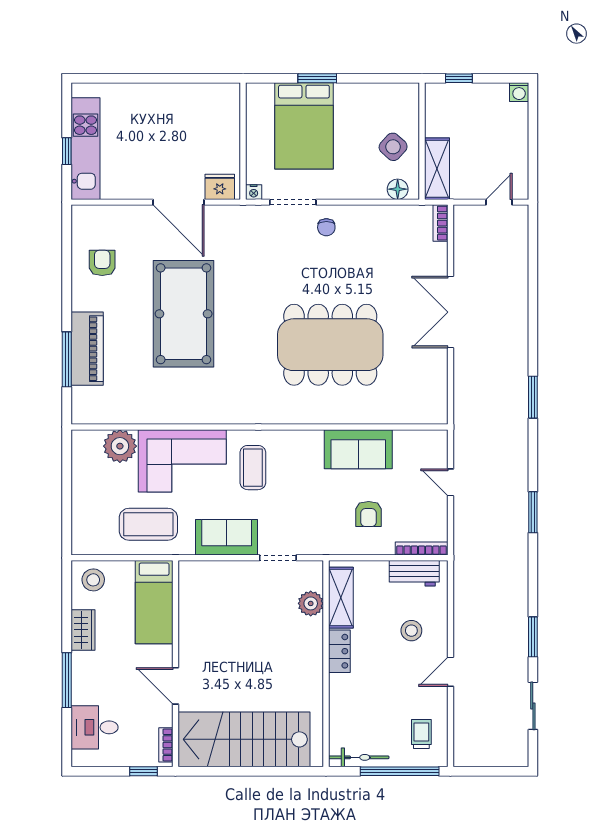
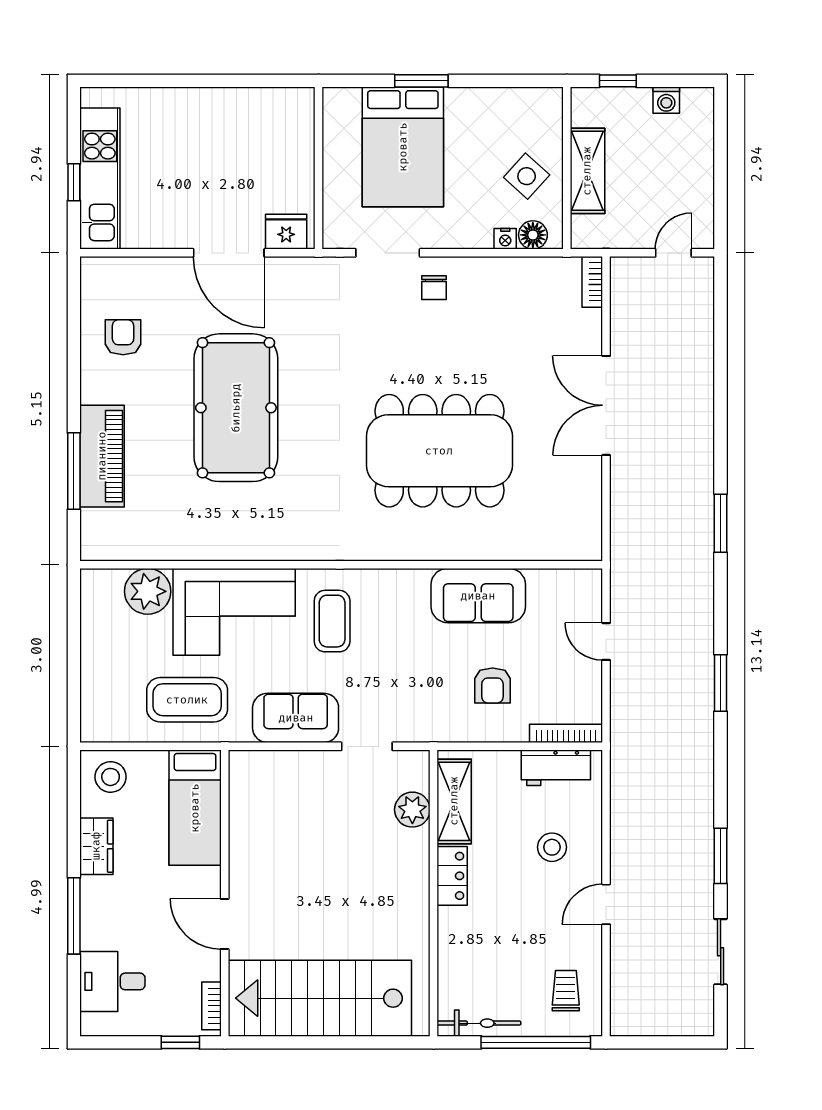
washing machine: (519, 92) -> (666, 100), moved
shelving: (437, 169) -> (587, 171), moved
nightstand: (254, 192) -> (505, 239), moved

